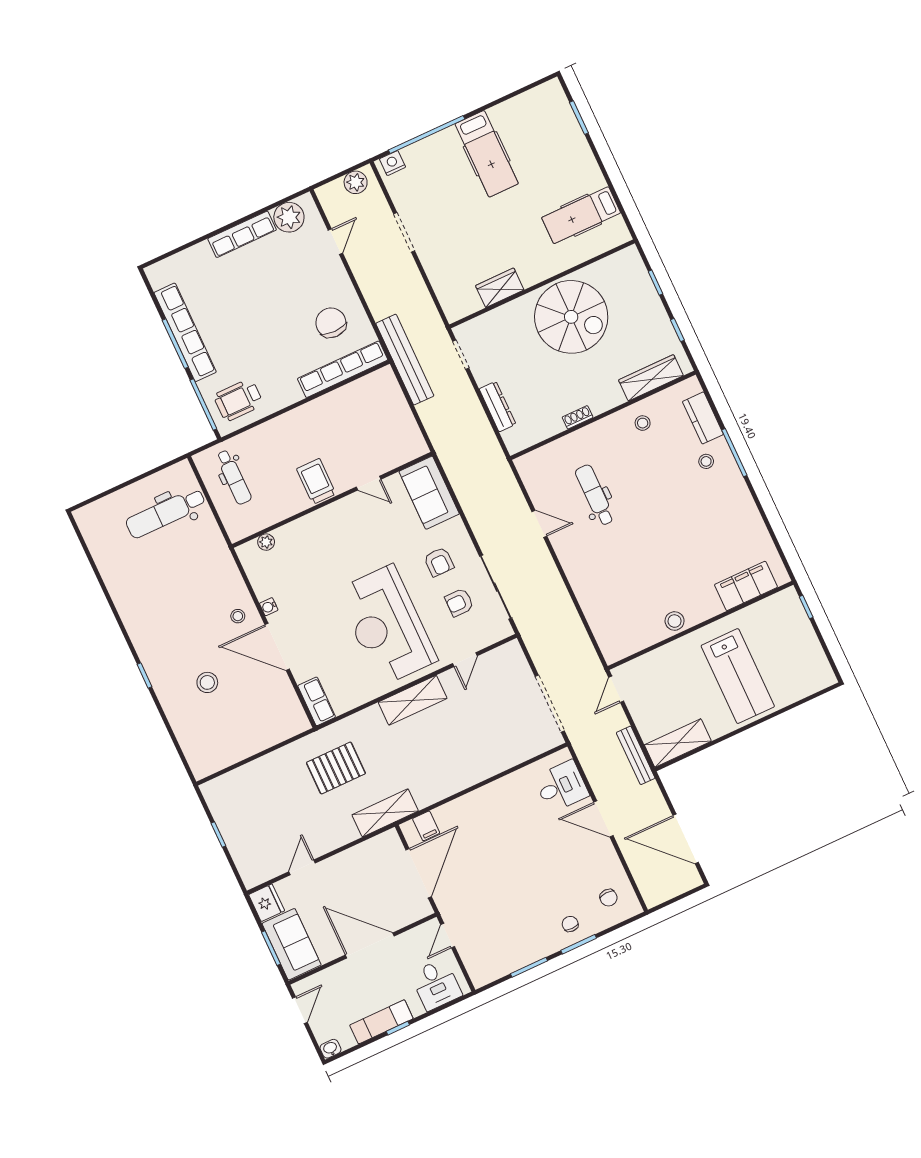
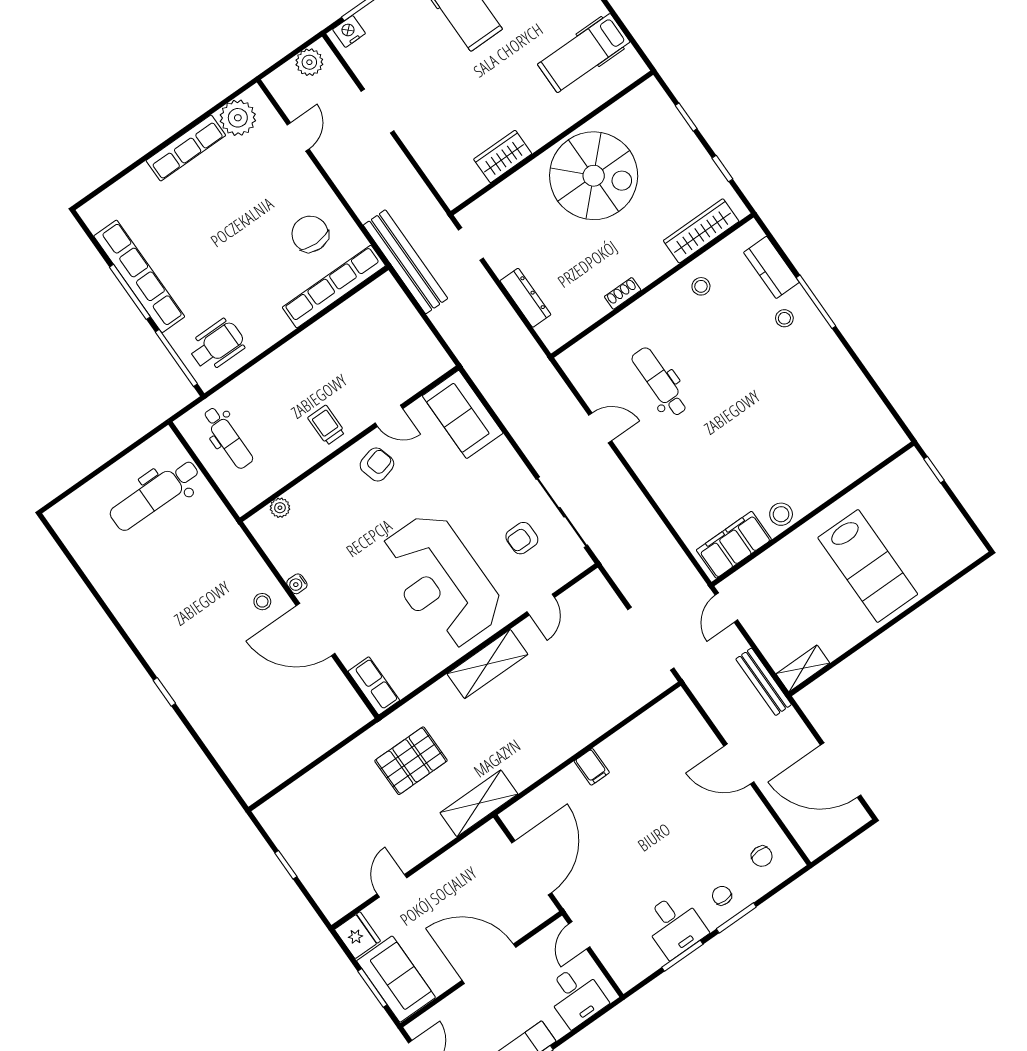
wheelchair: (238, 400) -> (217, 345), turned 180
trolley: (316, 481) -> (326, 425), width x0.73, depth x0.72
armchair: (439, 562) -> (377, 464), moved, turned -105
filing cabinet: (746, 586) -> (734, 545), moved
stool: (207, 682) -> (240, 687), removed
shelving: (678, 743) -> (803, 668), width x0.67, depth x0.75
desk: (561, 786) -> (675, 925), moved, turned 90
filing cabinet: (426, 826) -> (592, 767), moved

